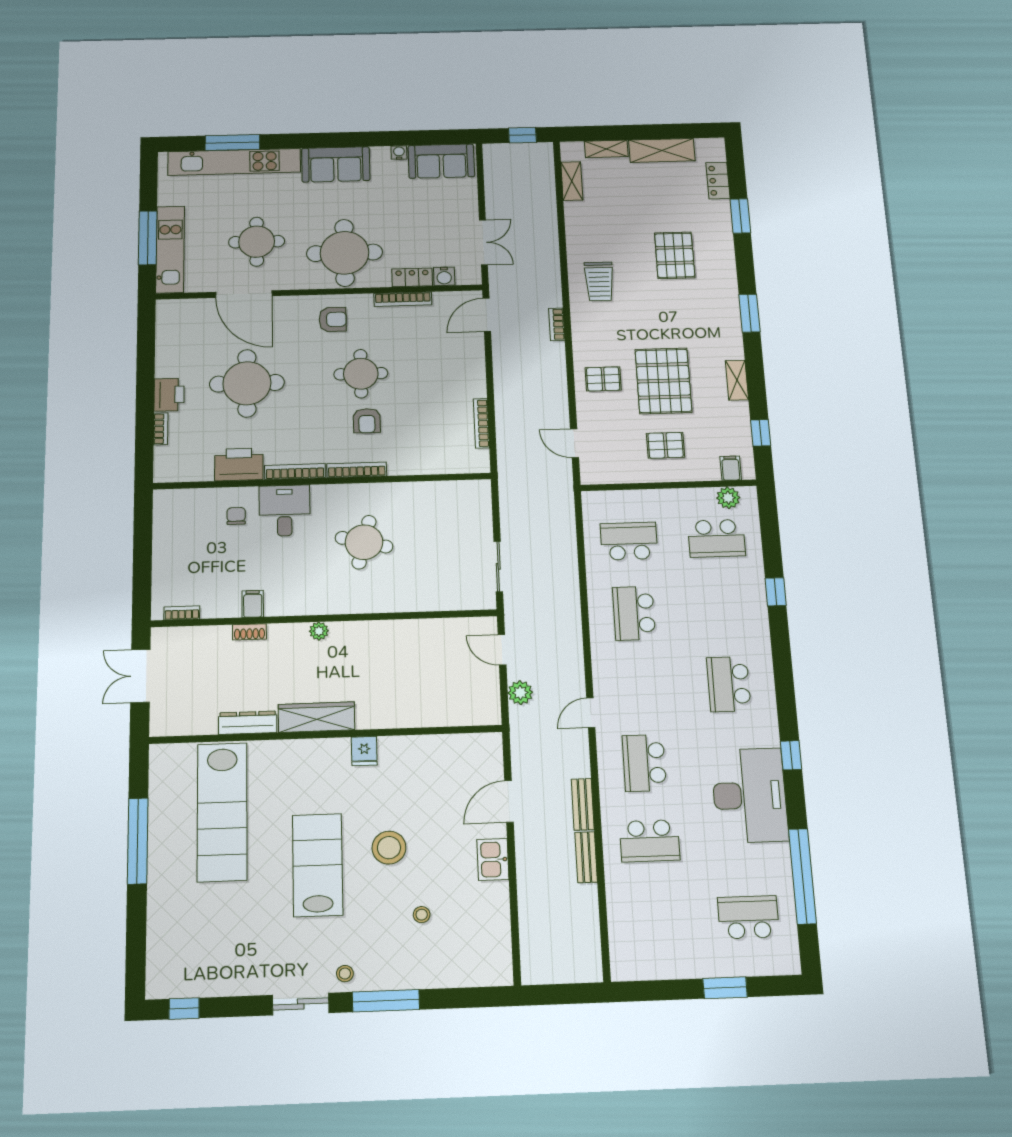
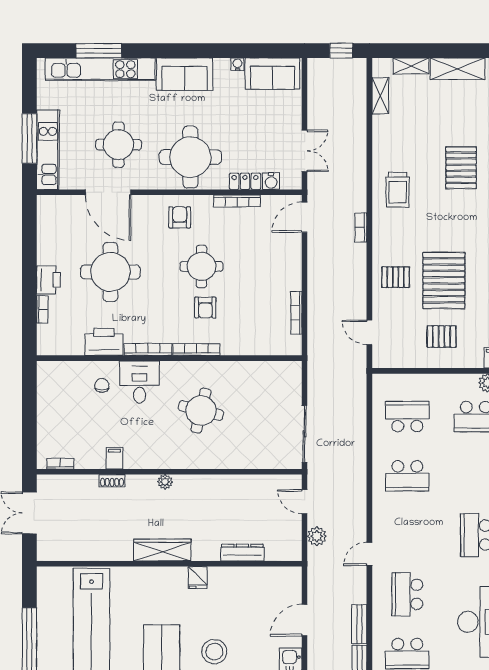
armchair: (333, 319) -> (180, 217), turned -90
sliding door: (498, 566) -> (304, 434), width x1.37
school desk: (634, 613) -> (407, 476), turned -90
dresser: (248, 723) -> (242, 553), moved

